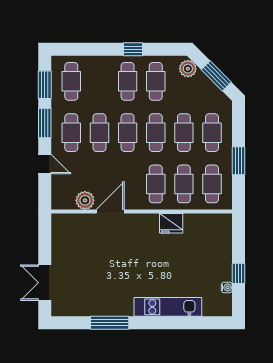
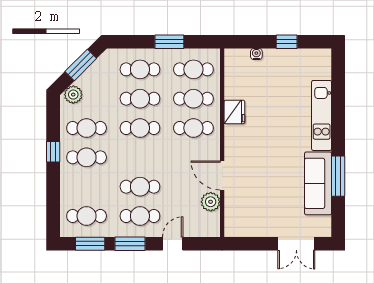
cafe table: (128, 133) -> (140, 157), removed
water cooler: (227, 287) -> (256, 54), moved
sofa: (103, 303) -> (318, 183), added

